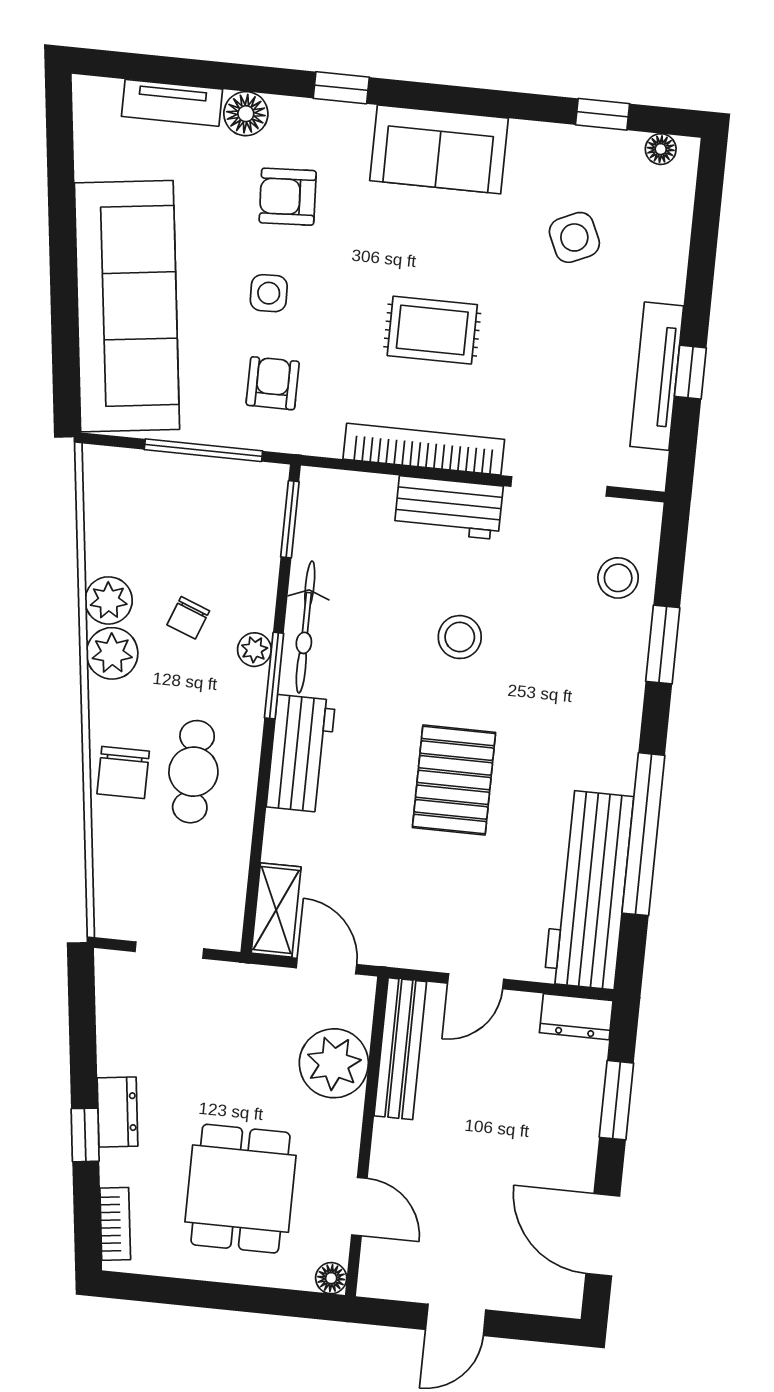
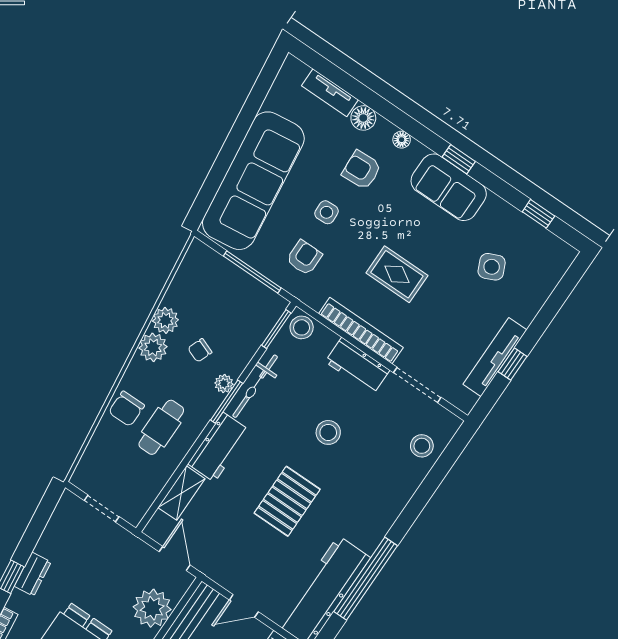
window: (341, 88) -> (459, 159), moved
floor lamp: (661, 149) -> (402, 140), moved
stool: (328, 495) -> (302, 327), added
window: (663, 644) -> (426, 491), removed
shelving: (276, 910) -> (181, 493), moved

